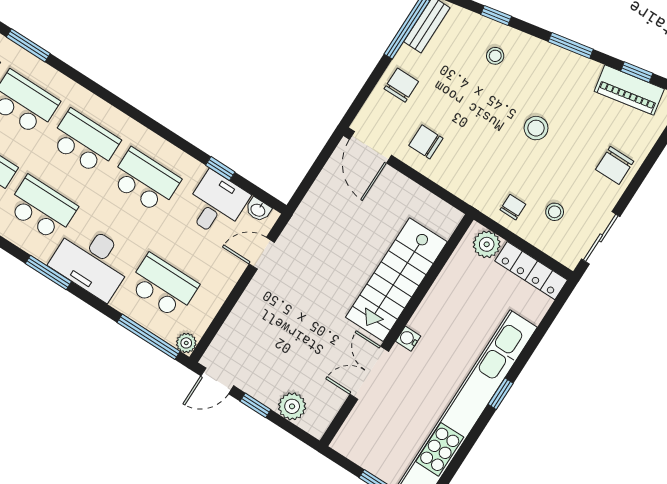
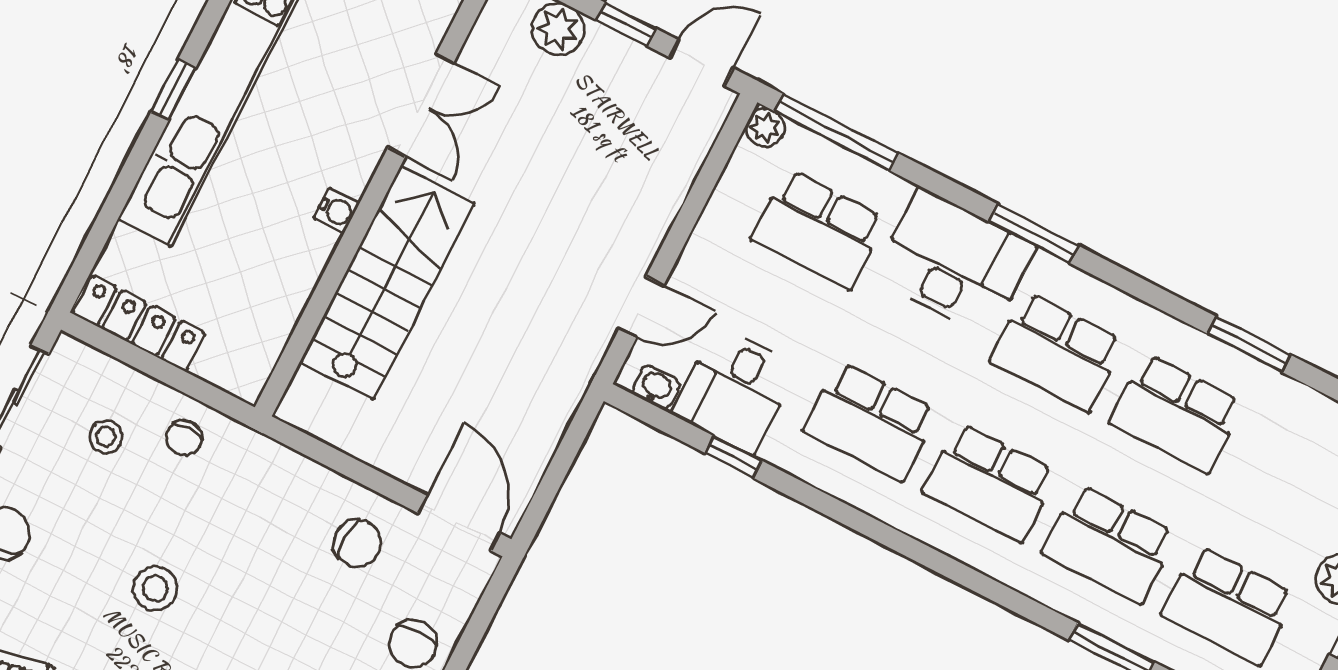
plant: (487, 244) -> (226, 364), removed
water cooler: (408, 339) -> (337, 211), moved

